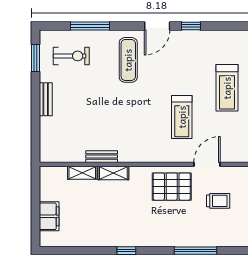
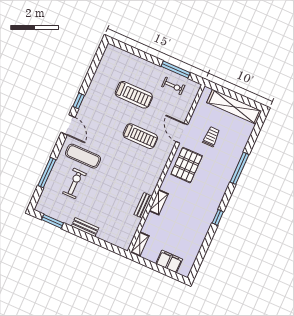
exercise bike: (71, 56) -> (74, 183), moved
shelving: (82, 173) -> (140, 244), moved

